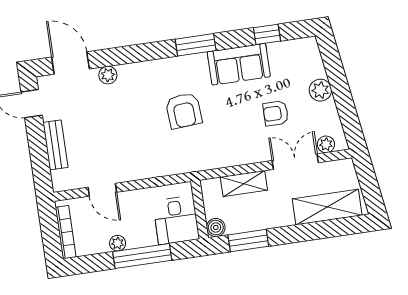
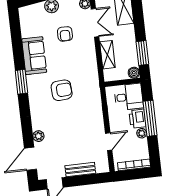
window: (267, 34) -> (16, 38), removed
double door: (295, 162) -> (95, 23), swing flipped
printer: (141, 235) -> (137, 119), added

